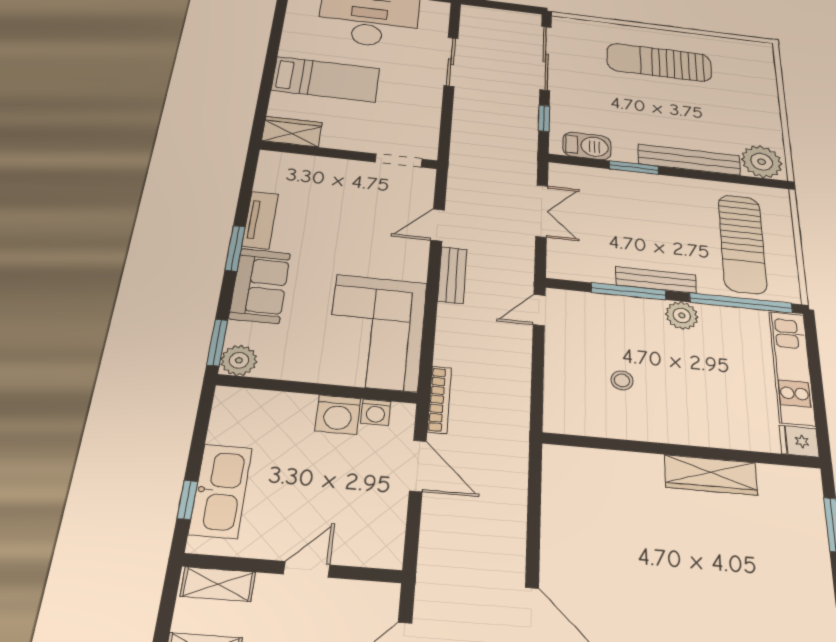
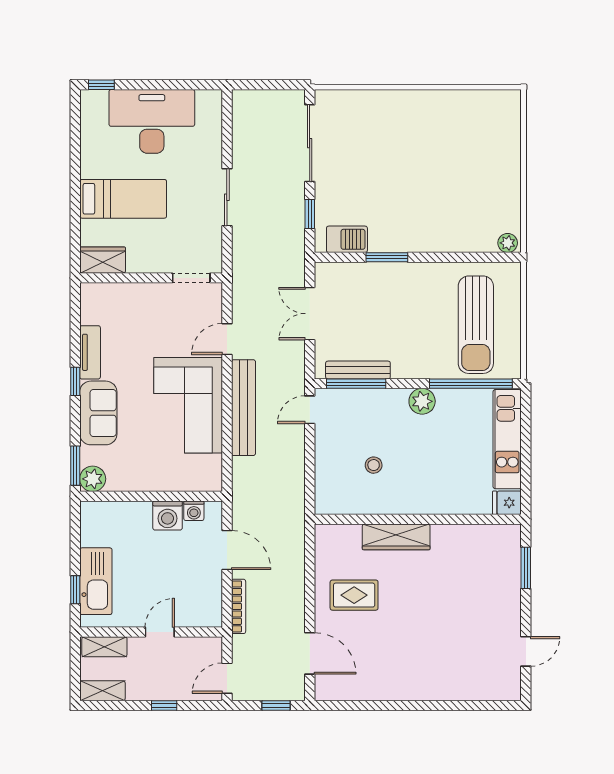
sliding door: (451, 62) -> (227, 197), moved
sun lounger: (659, 62) -> (413, 132), removed
bench: (689, 160) -> (435, 242), removed
plant: (762, 162) -> (508, 243), width x0.53, depth x0.53
double door: (542, 211) -> (310, 314), swing flipped
window: (235, 248) -> (75, 381), width x0.67
bench: (452, 275) -> (243, 408), width x1.86, depth x1.21
bench: (656, 280) -> (358, 370), moved
window: (629, 291) -> (356, 384), moved
corner sofa: (376, 332) -> (188, 405), moved
bookcase: (439, 400) -> (239, 606), moved
wardrobe: (711, 475) -> (396, 537), moved
rug: (597, 541) -> (354, 595), added

